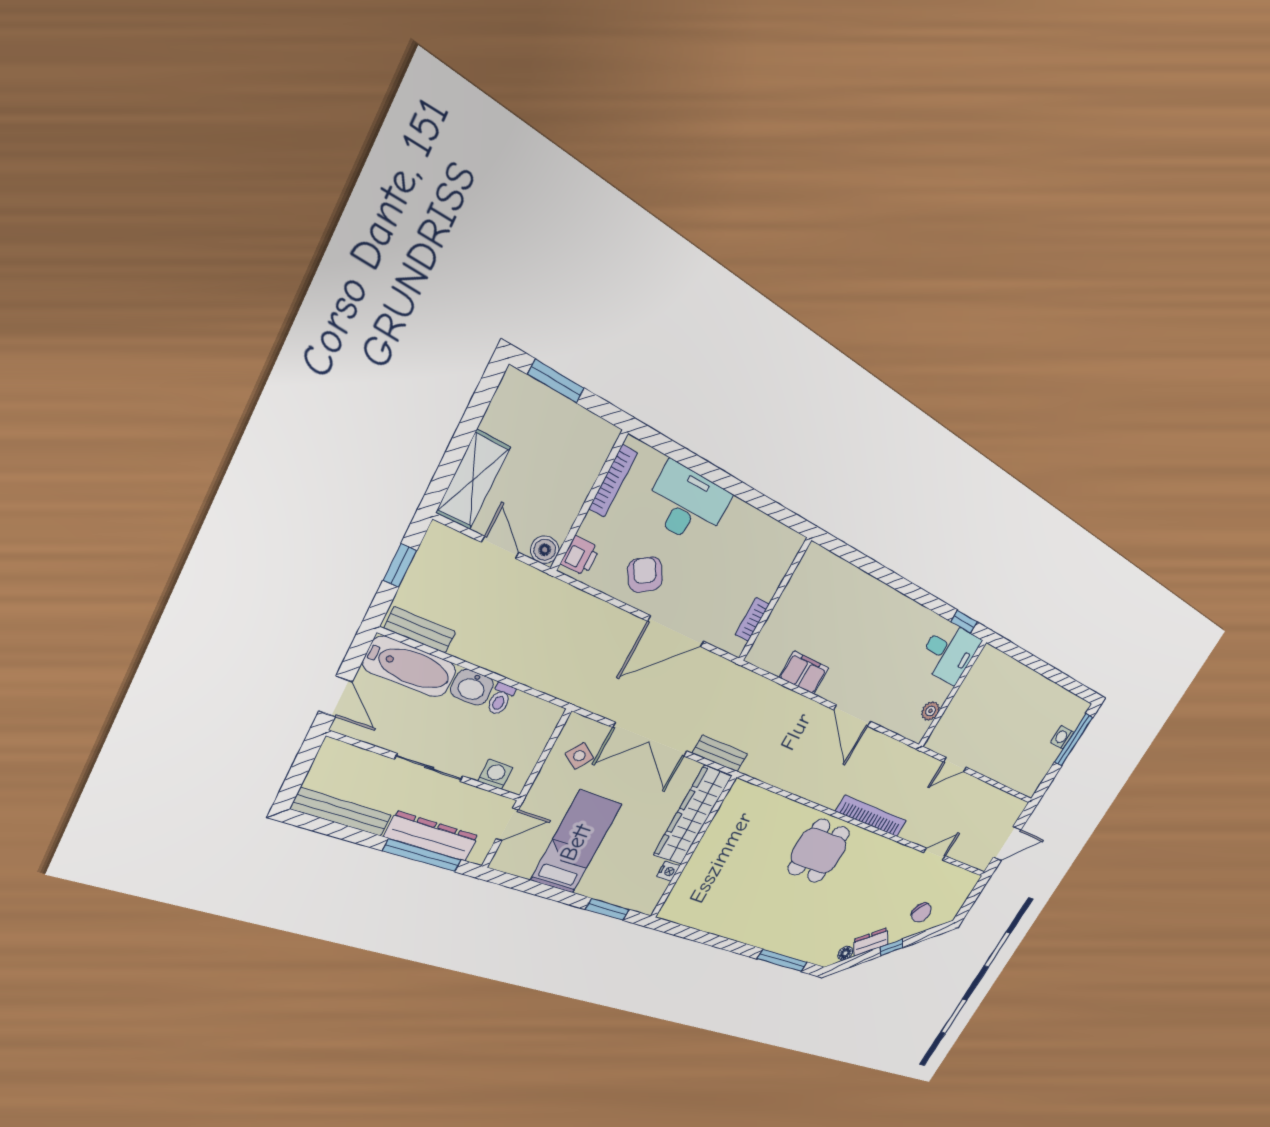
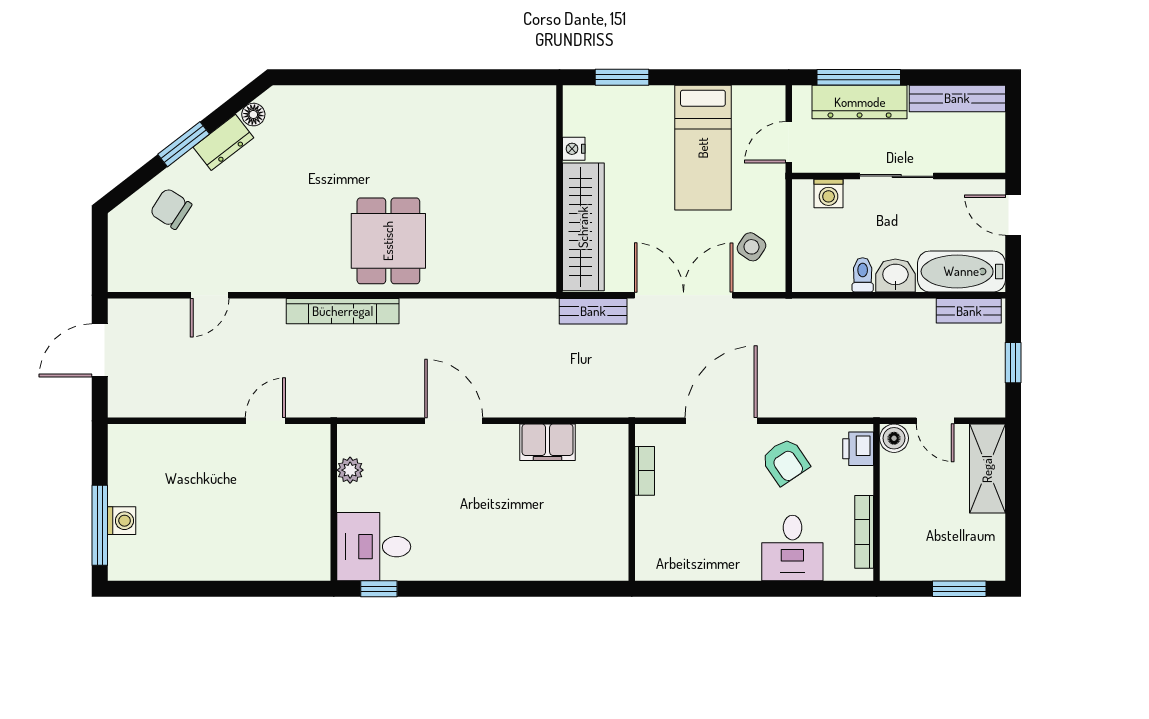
desk: (687, 504) -> (792, 548), width x0.73
window: (892, 947) -> (184, 144), width x1.50
window: (782, 961) -> (344, 77), removed

